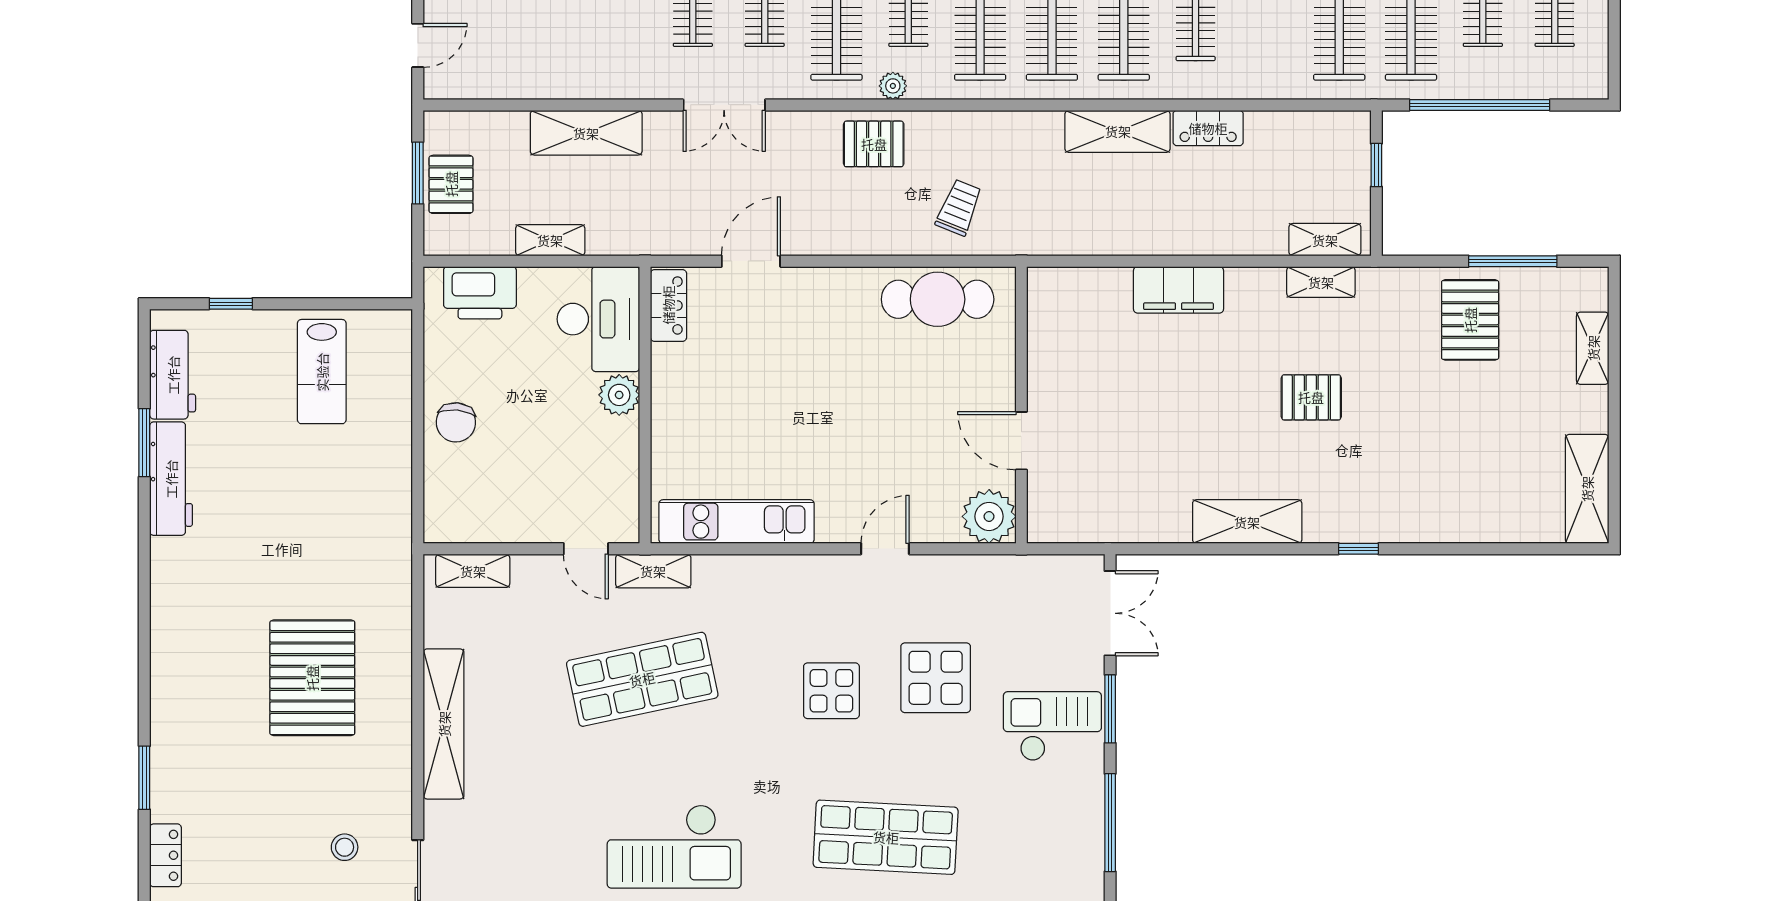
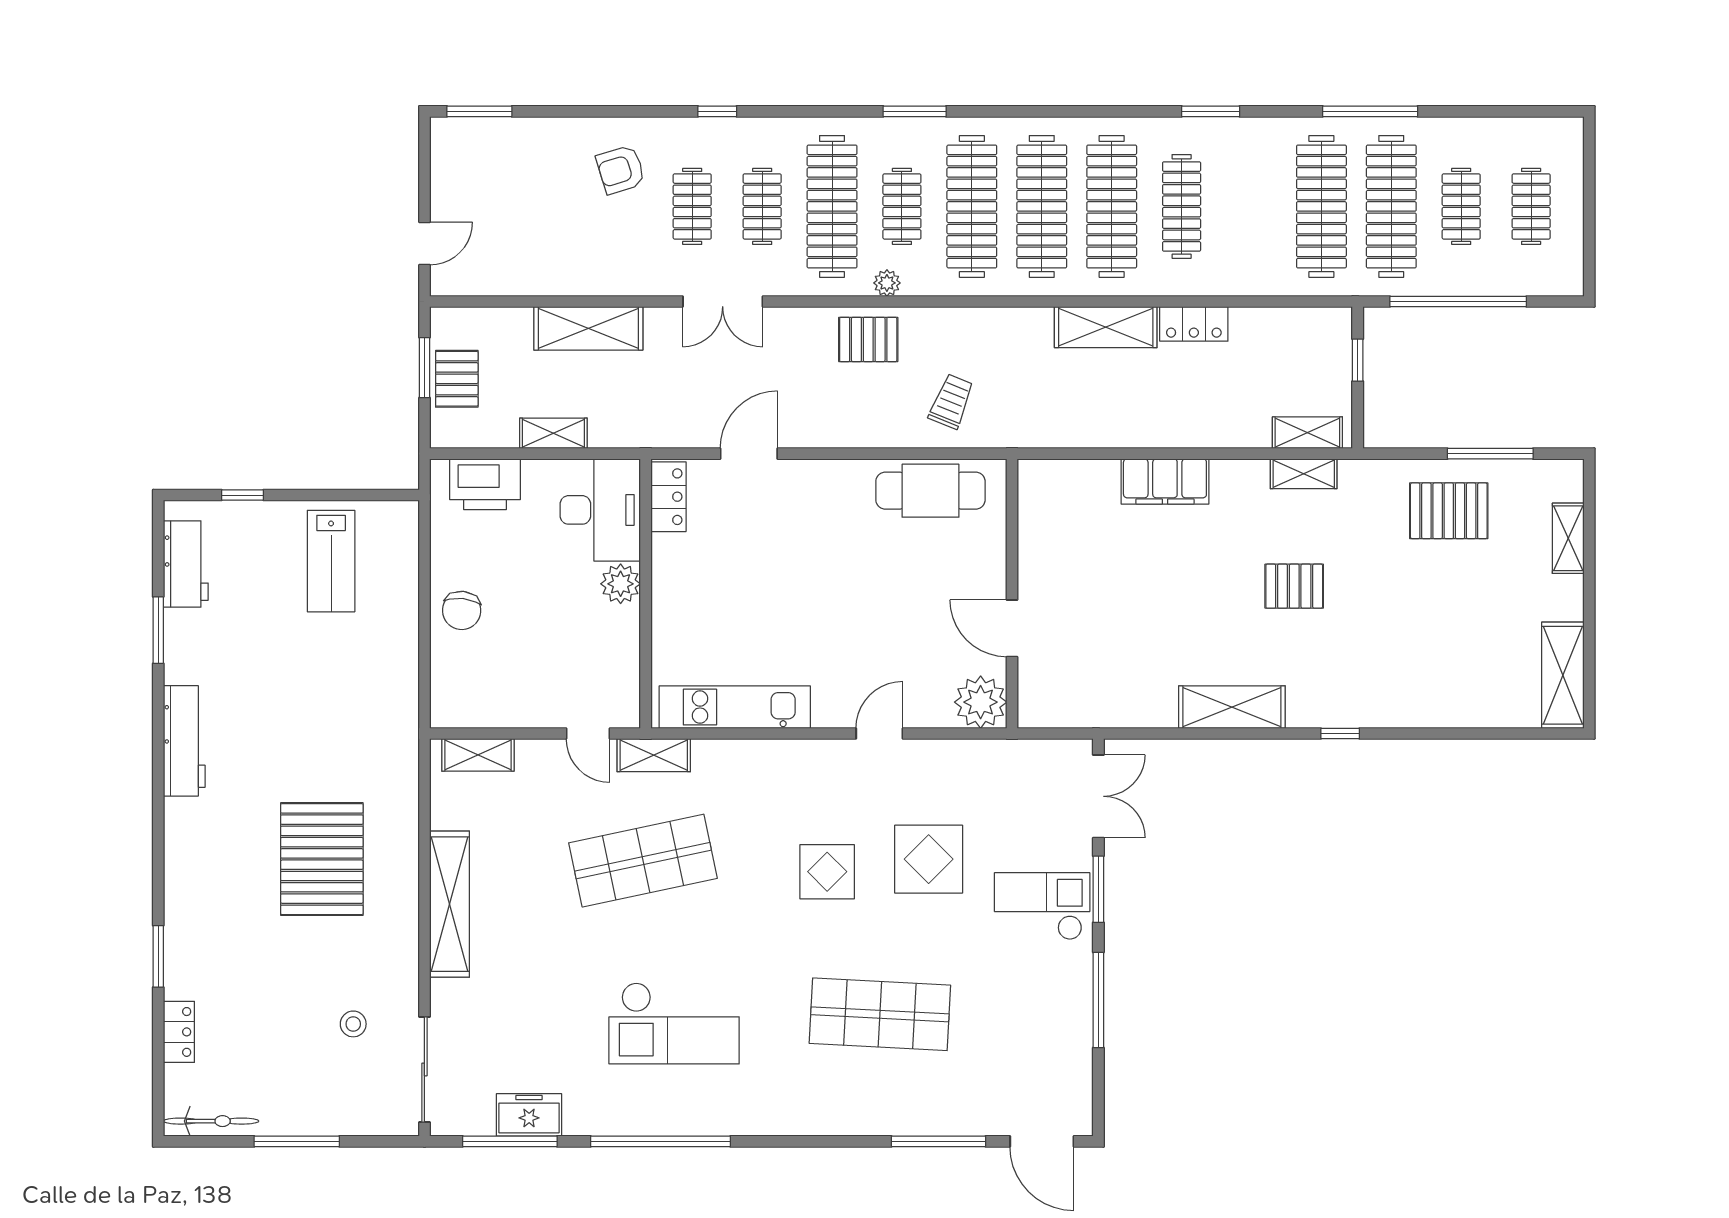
pallet: (1470, 320) -> (1449, 511), turned 90
workbench: (171, 479) -> (184, 741), moved

